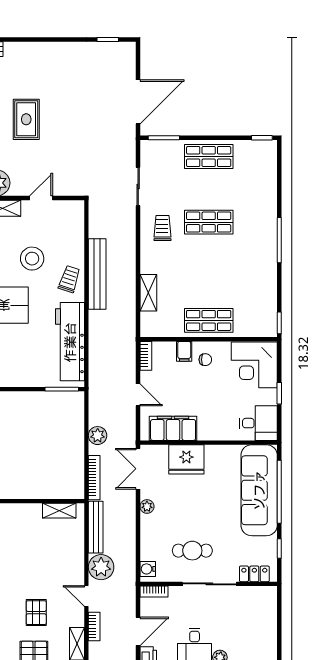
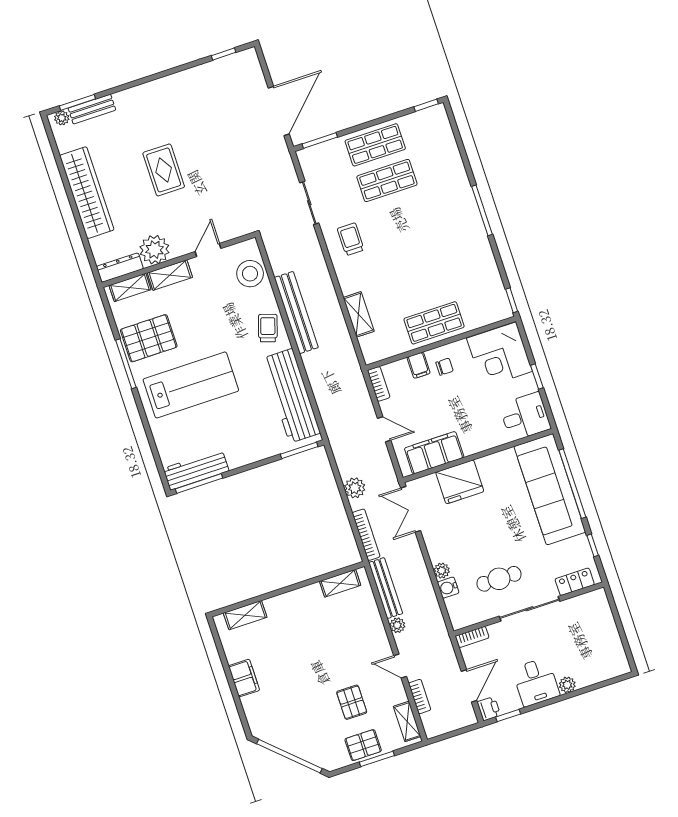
shop shelf: (209, 222) -> (387, 180), moved
stool: (32, 259) -> (250, 274), moved
plant: (147, 506) -> (442, 571), moved
plant: (101, 567) -> (397, 625), width x0.53, depth x0.53
water cooler: (148, 569) -> (448, 588), moved

